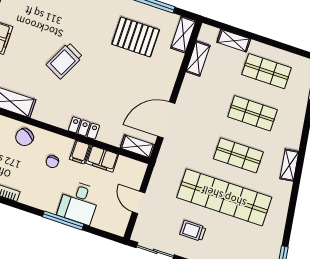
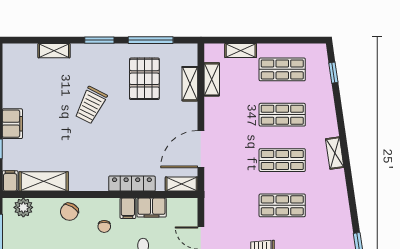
shelving: (183, 34) -> (190, 84), moved
pallet: (136, 37) -> (144, 79), turned 90
trolley: (64, 61) -> (91, 105), moved
locker: (84, 128) -> (132, 184), width x1.53
shop shelf: (224, 197) -> (282, 205), width x0.50, depth x0.74

